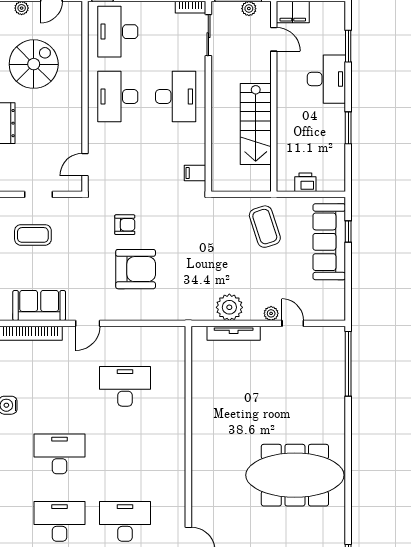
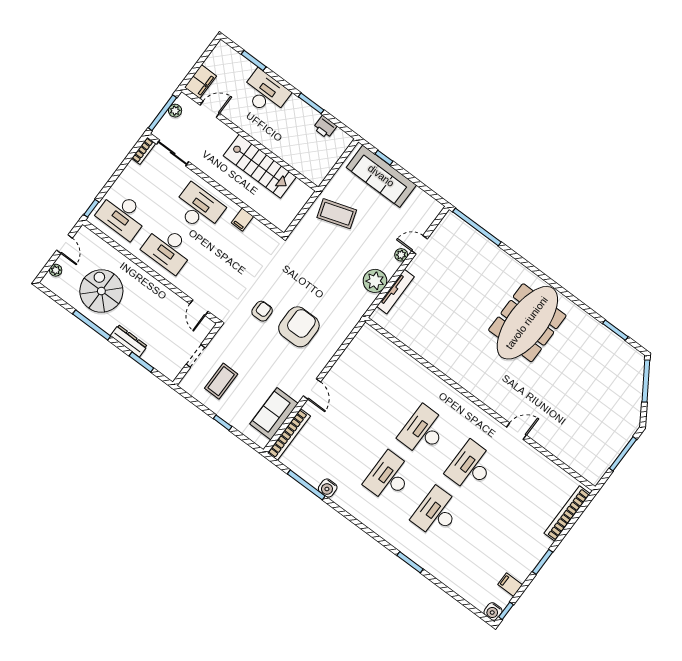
filing cabinet: (195, 173) -> (242, 220), moved
printer: (305, 182) -> (325, 127), moved, turned -90
desk: (125, 386) -> (423, 431), moved

